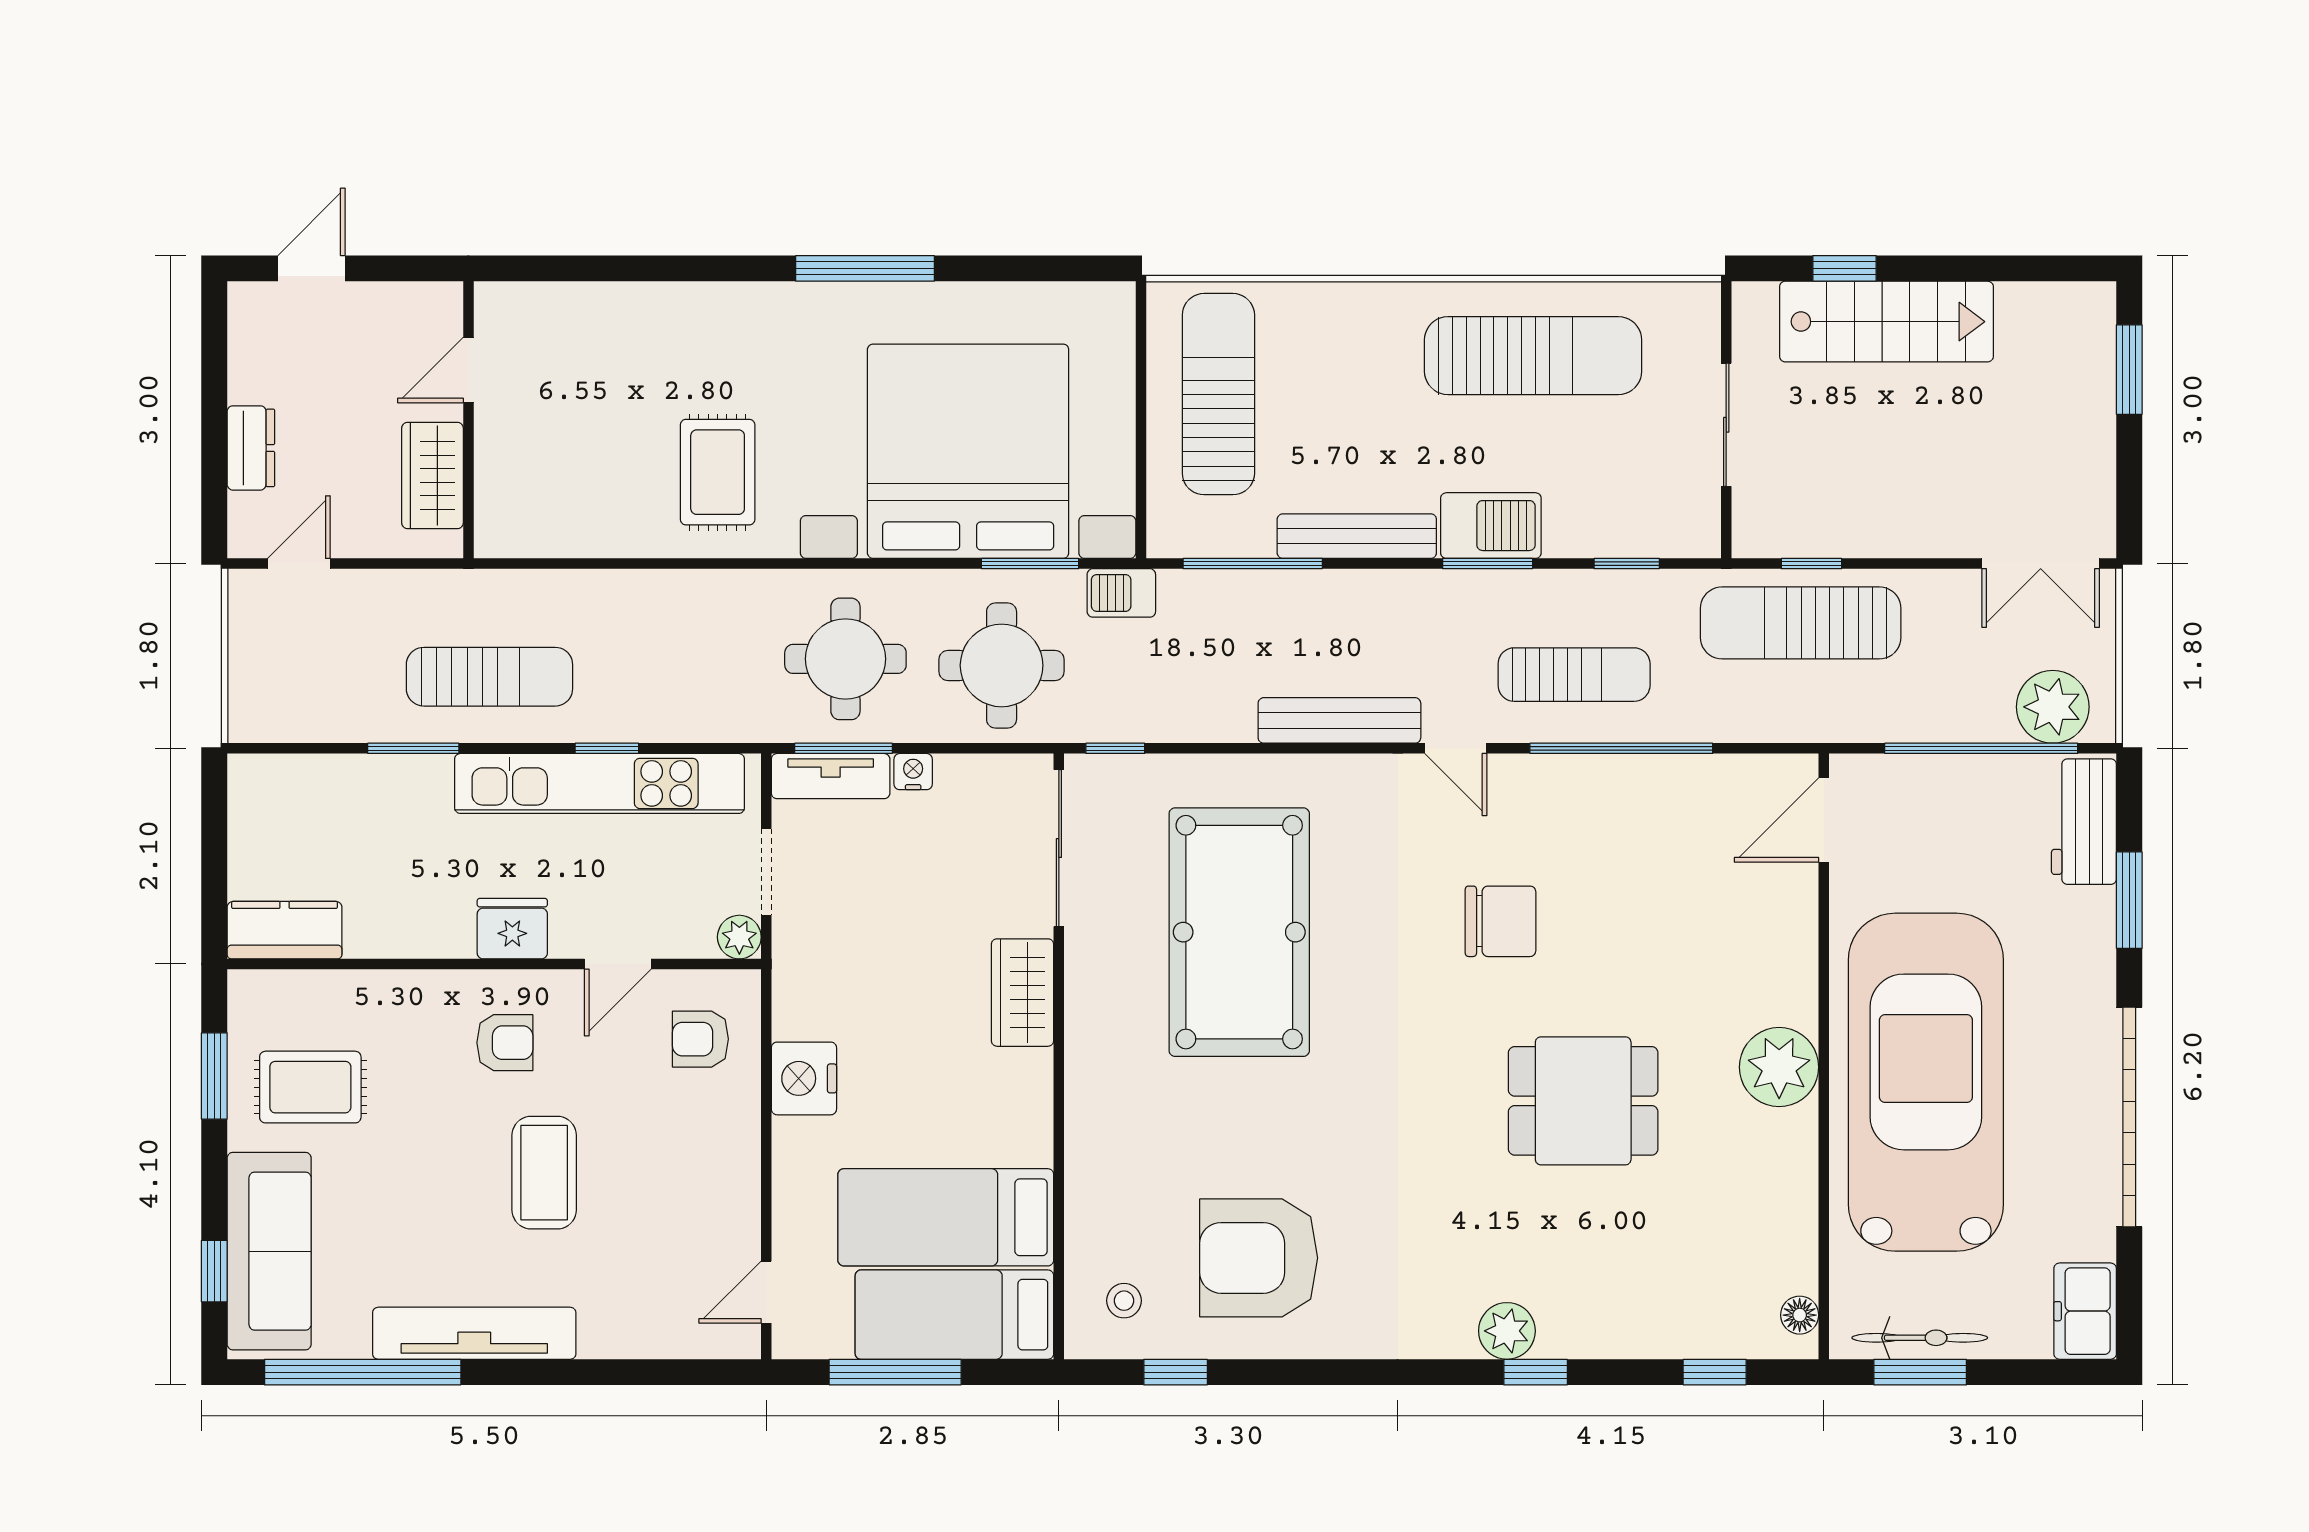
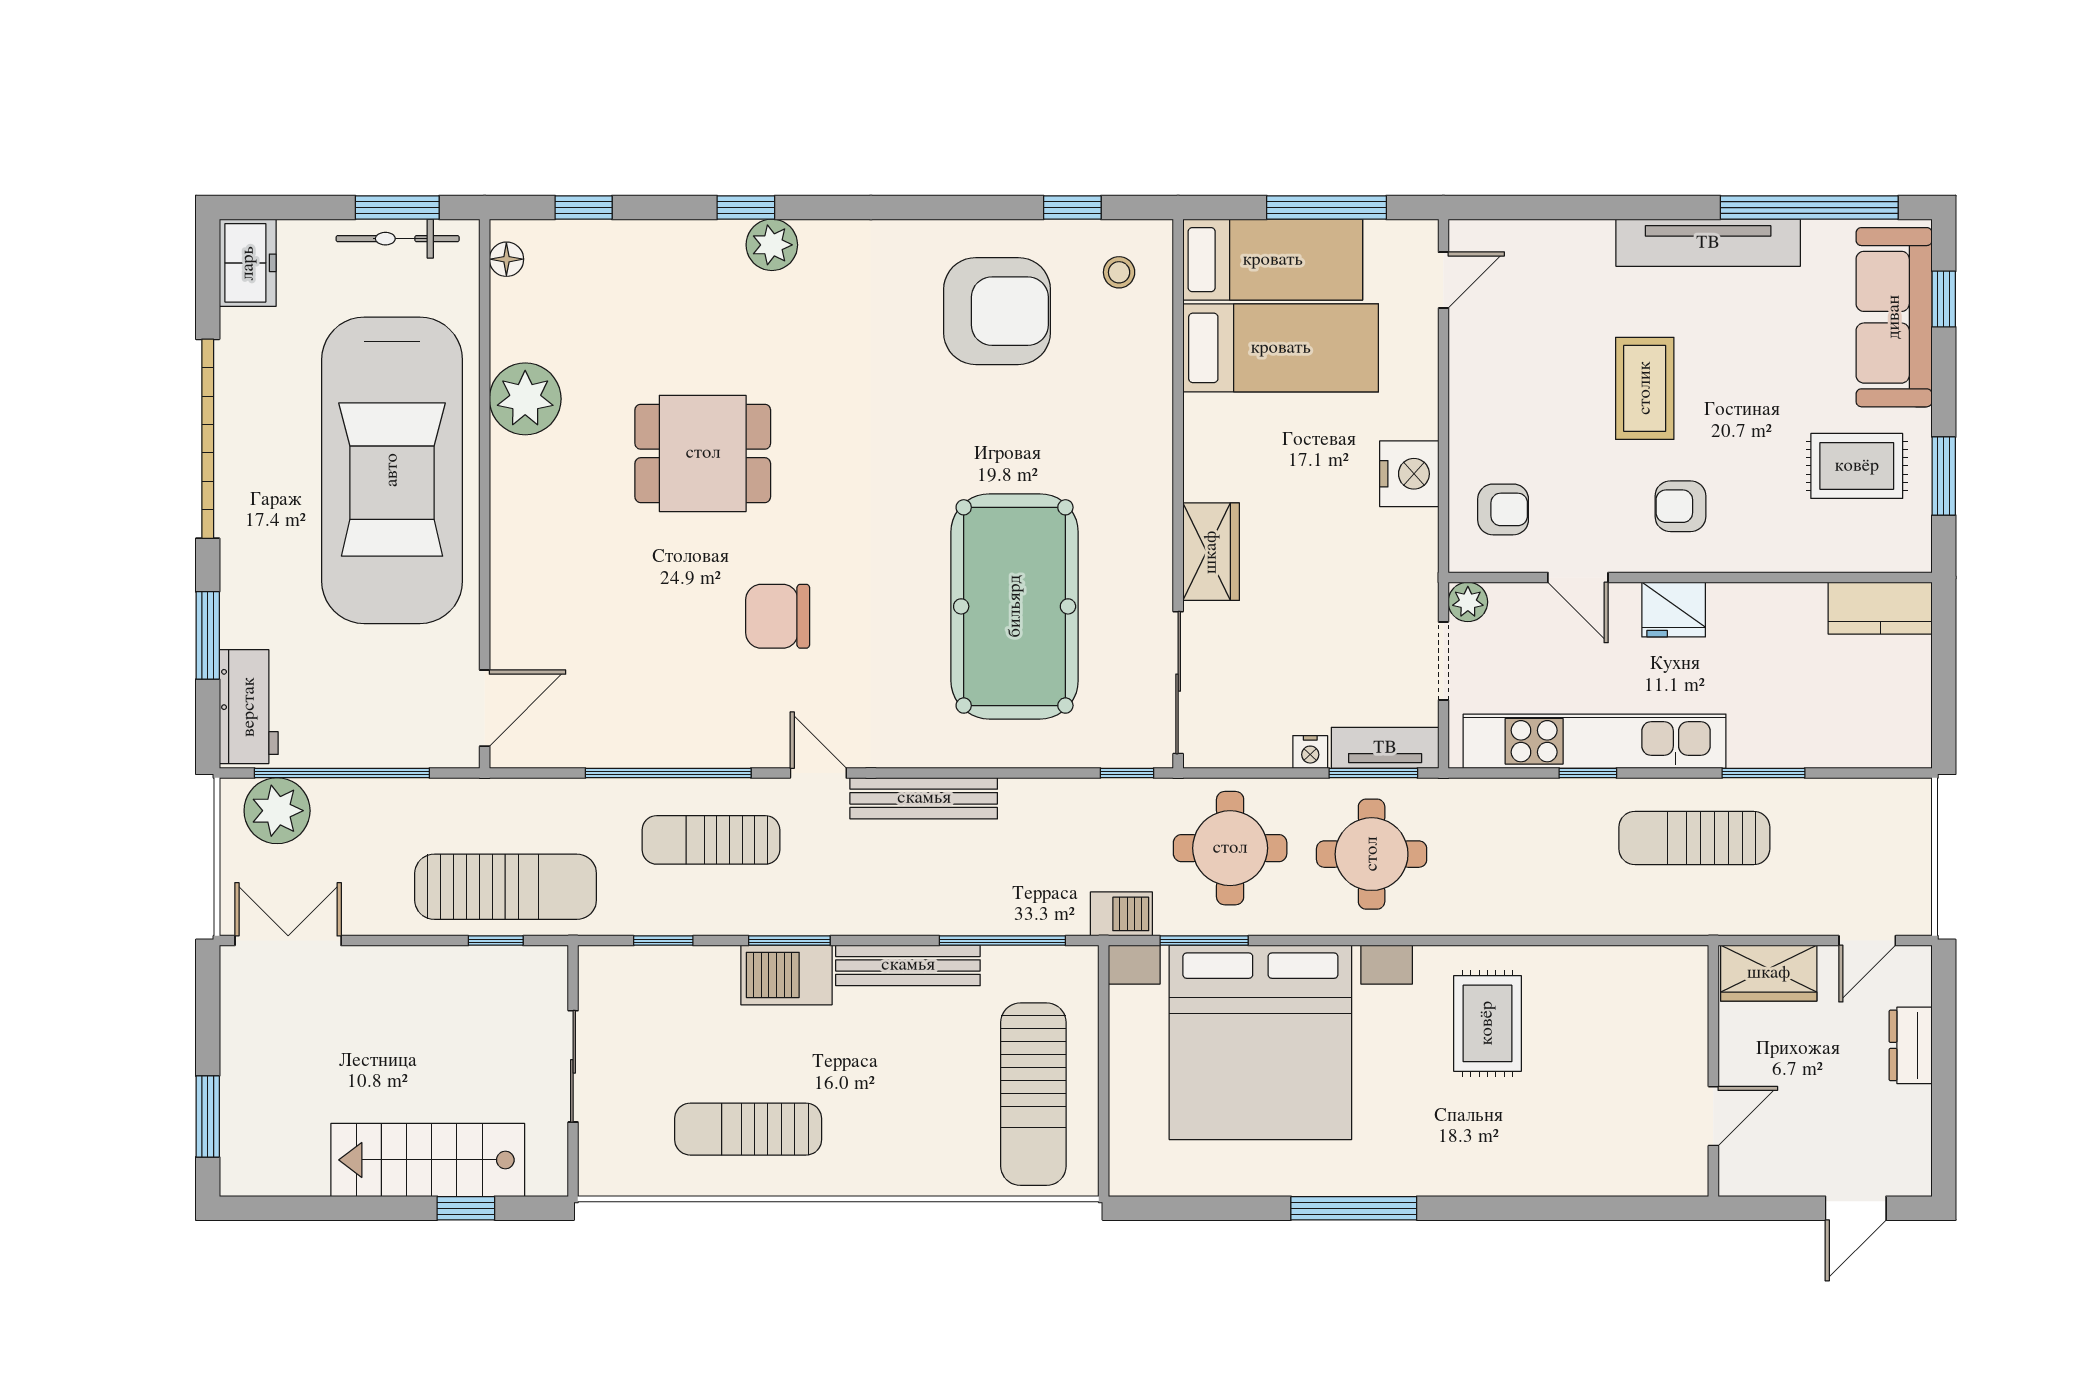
sun lounger: (1533, 356) -> (748, 1129), width x0.73, depth x0.75
wardrobe: (432, 475) -> (1769, 973), moved, turned 90
door: (618, 964) -> (1578, 578), swing flipped
plant: (1779, 1067) -> (525, 399), moved

